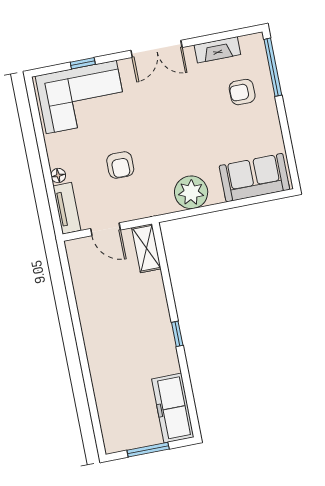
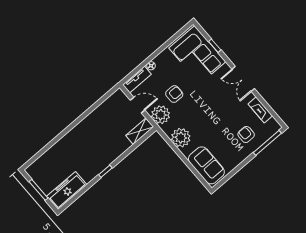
armchair: (120, 165) -> (174, 94), turned 180
plant: (140, 203) -> (161, 115), added
door: (105, 229) -> (138, 105), swing flipped

